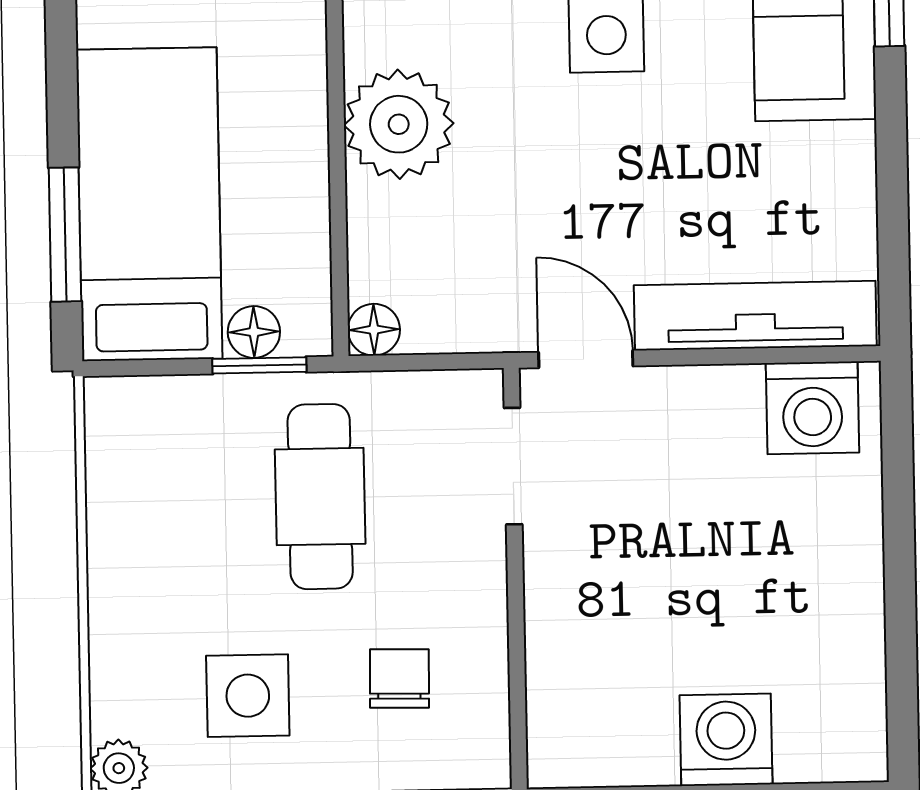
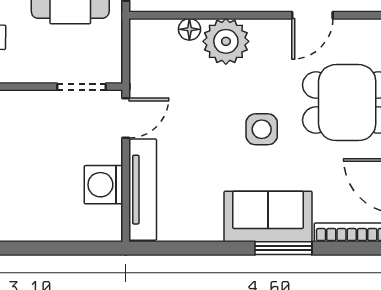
floor lamp: (374, 330) -> (189, 29), moved
washing machine: (812, 408) -> (104, 185), moved

